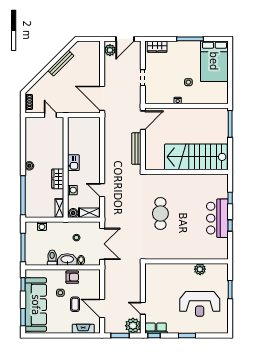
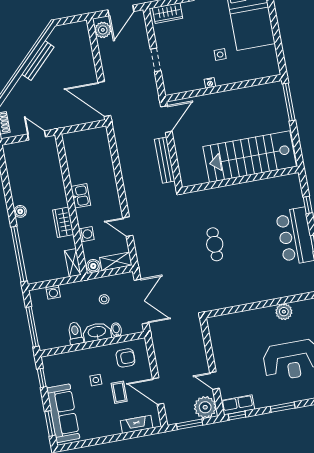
cafe table: (160, 213) -> (215, 244), width x0.73, depth x0.74
armchair: (72, 277) -> (125, 358), moved
sofa: (36, 305) -> (63, 413), width x0.74, depth x0.79

